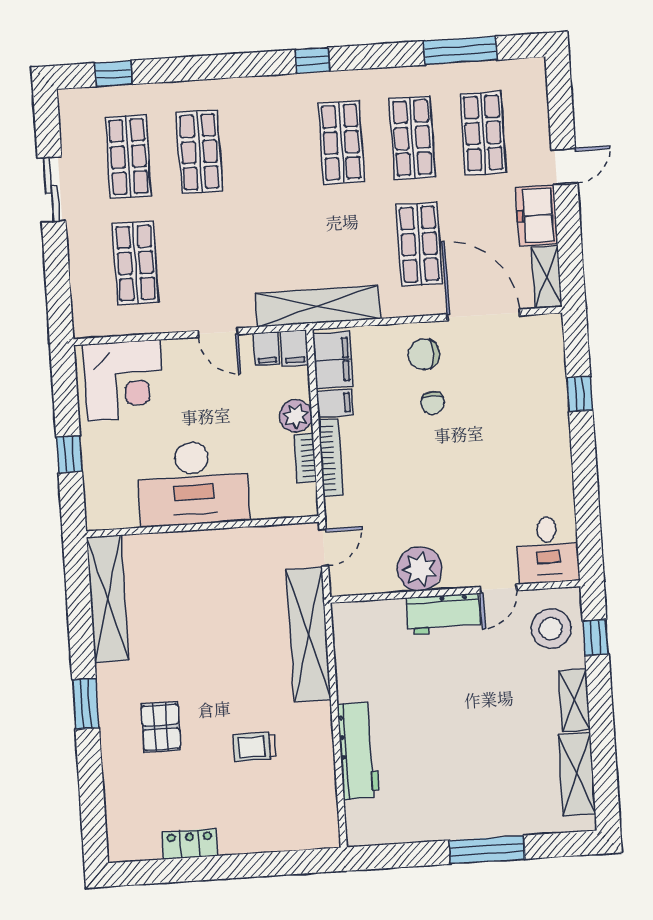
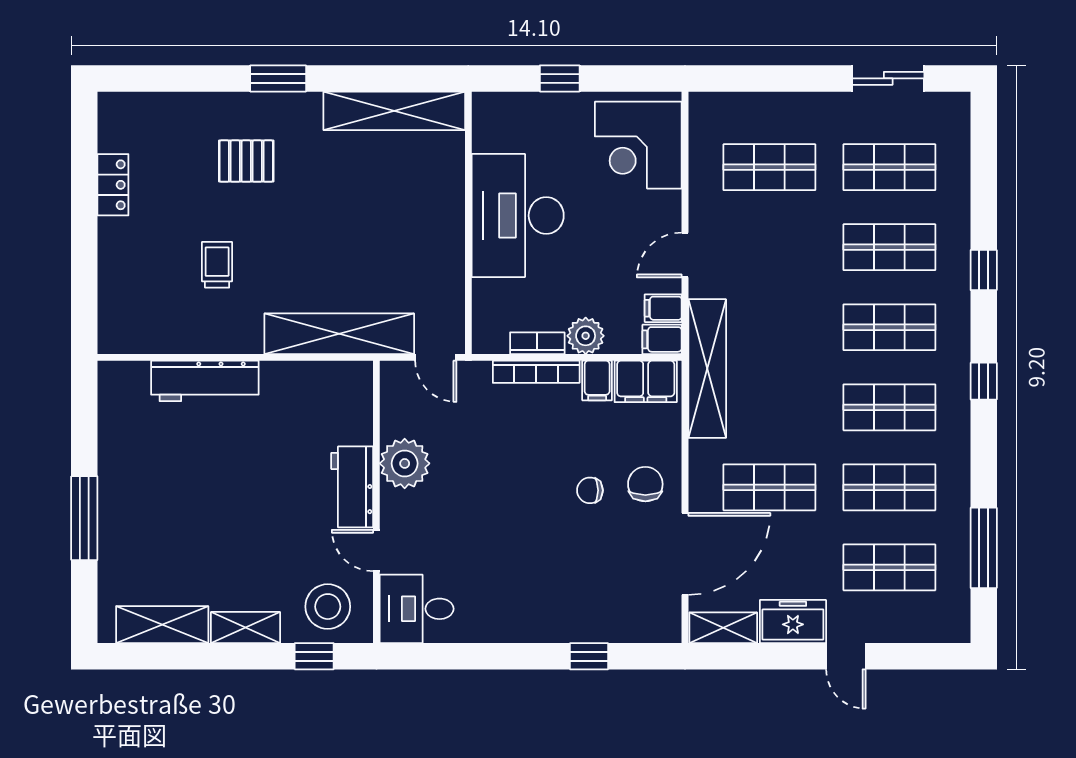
window: (114, 74) -> (984, 270), moved
shop shelf: (270, 147) -> (889, 327), added
sliding door: (52, 190) -> (888, 78), moved

